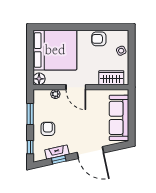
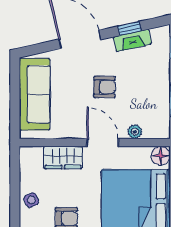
wardrobe: (111, 78) -> (63, 157), moved
armchair: (48, 129) -> (105, 87), moved, turned -90

